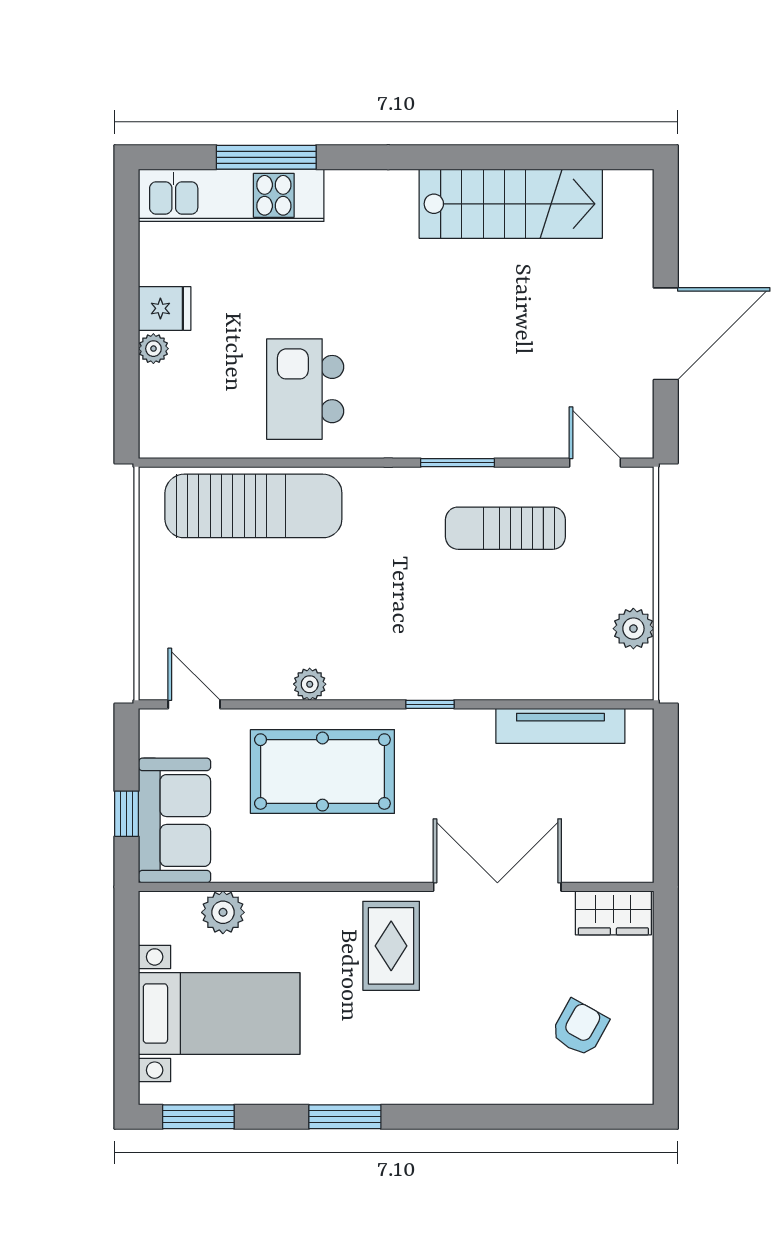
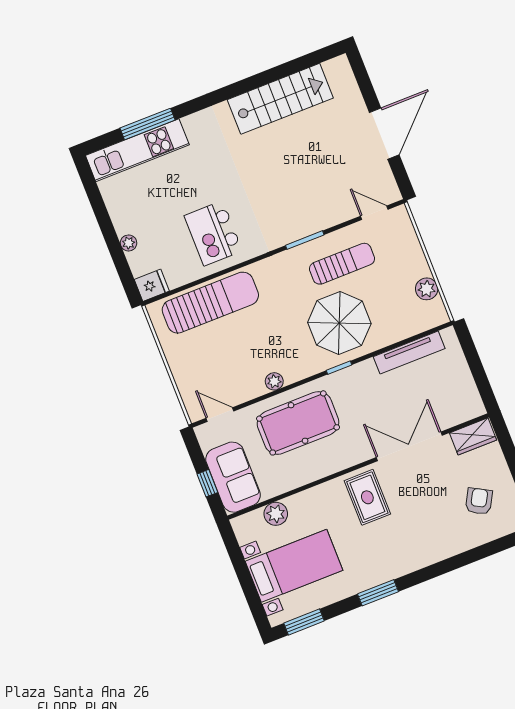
fridge: (165, 308) -> (152, 285), moved
sun lounger: (505, 528) -> (342, 264), turned 180
parasol: (461, 628) -> (339, 323), added

